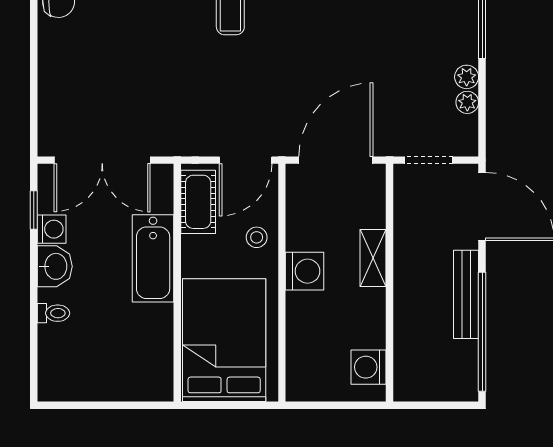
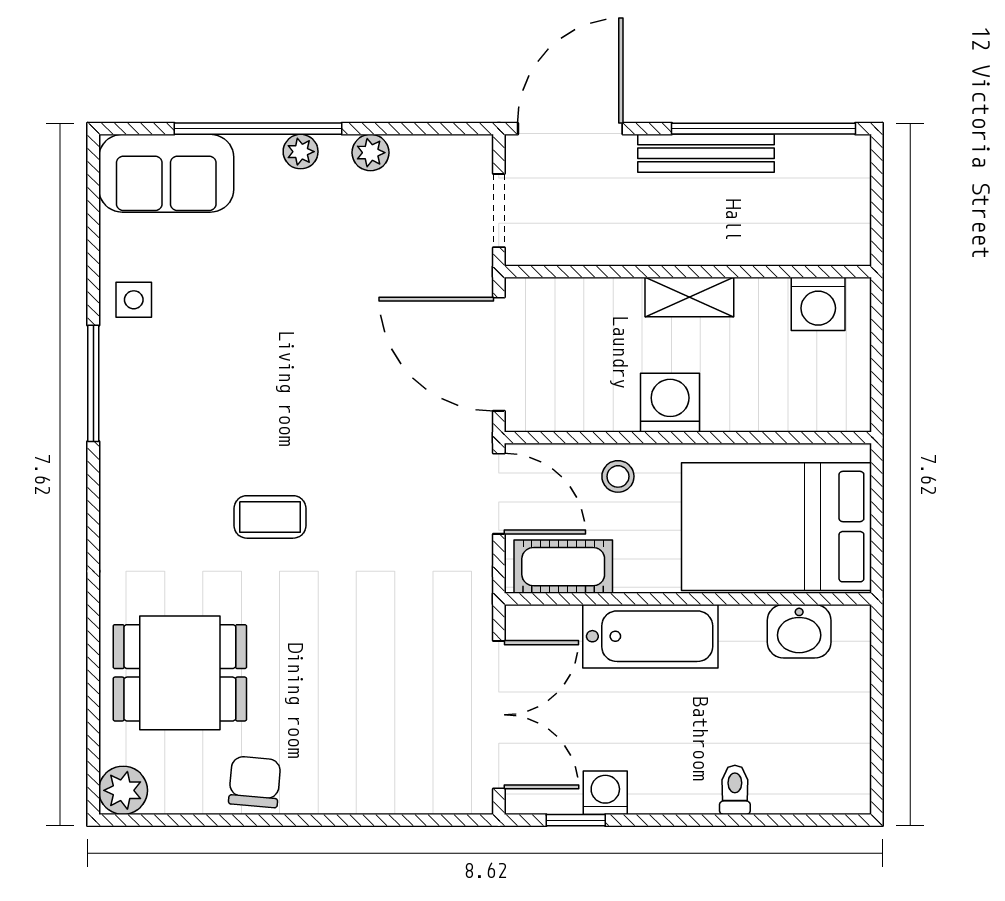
plant: (467, 102) -> (301, 152), moved
shelving: (373, 258) -> (689, 297), moved
washbasin: (55, 266) -> (799, 631), moved, turned 180

